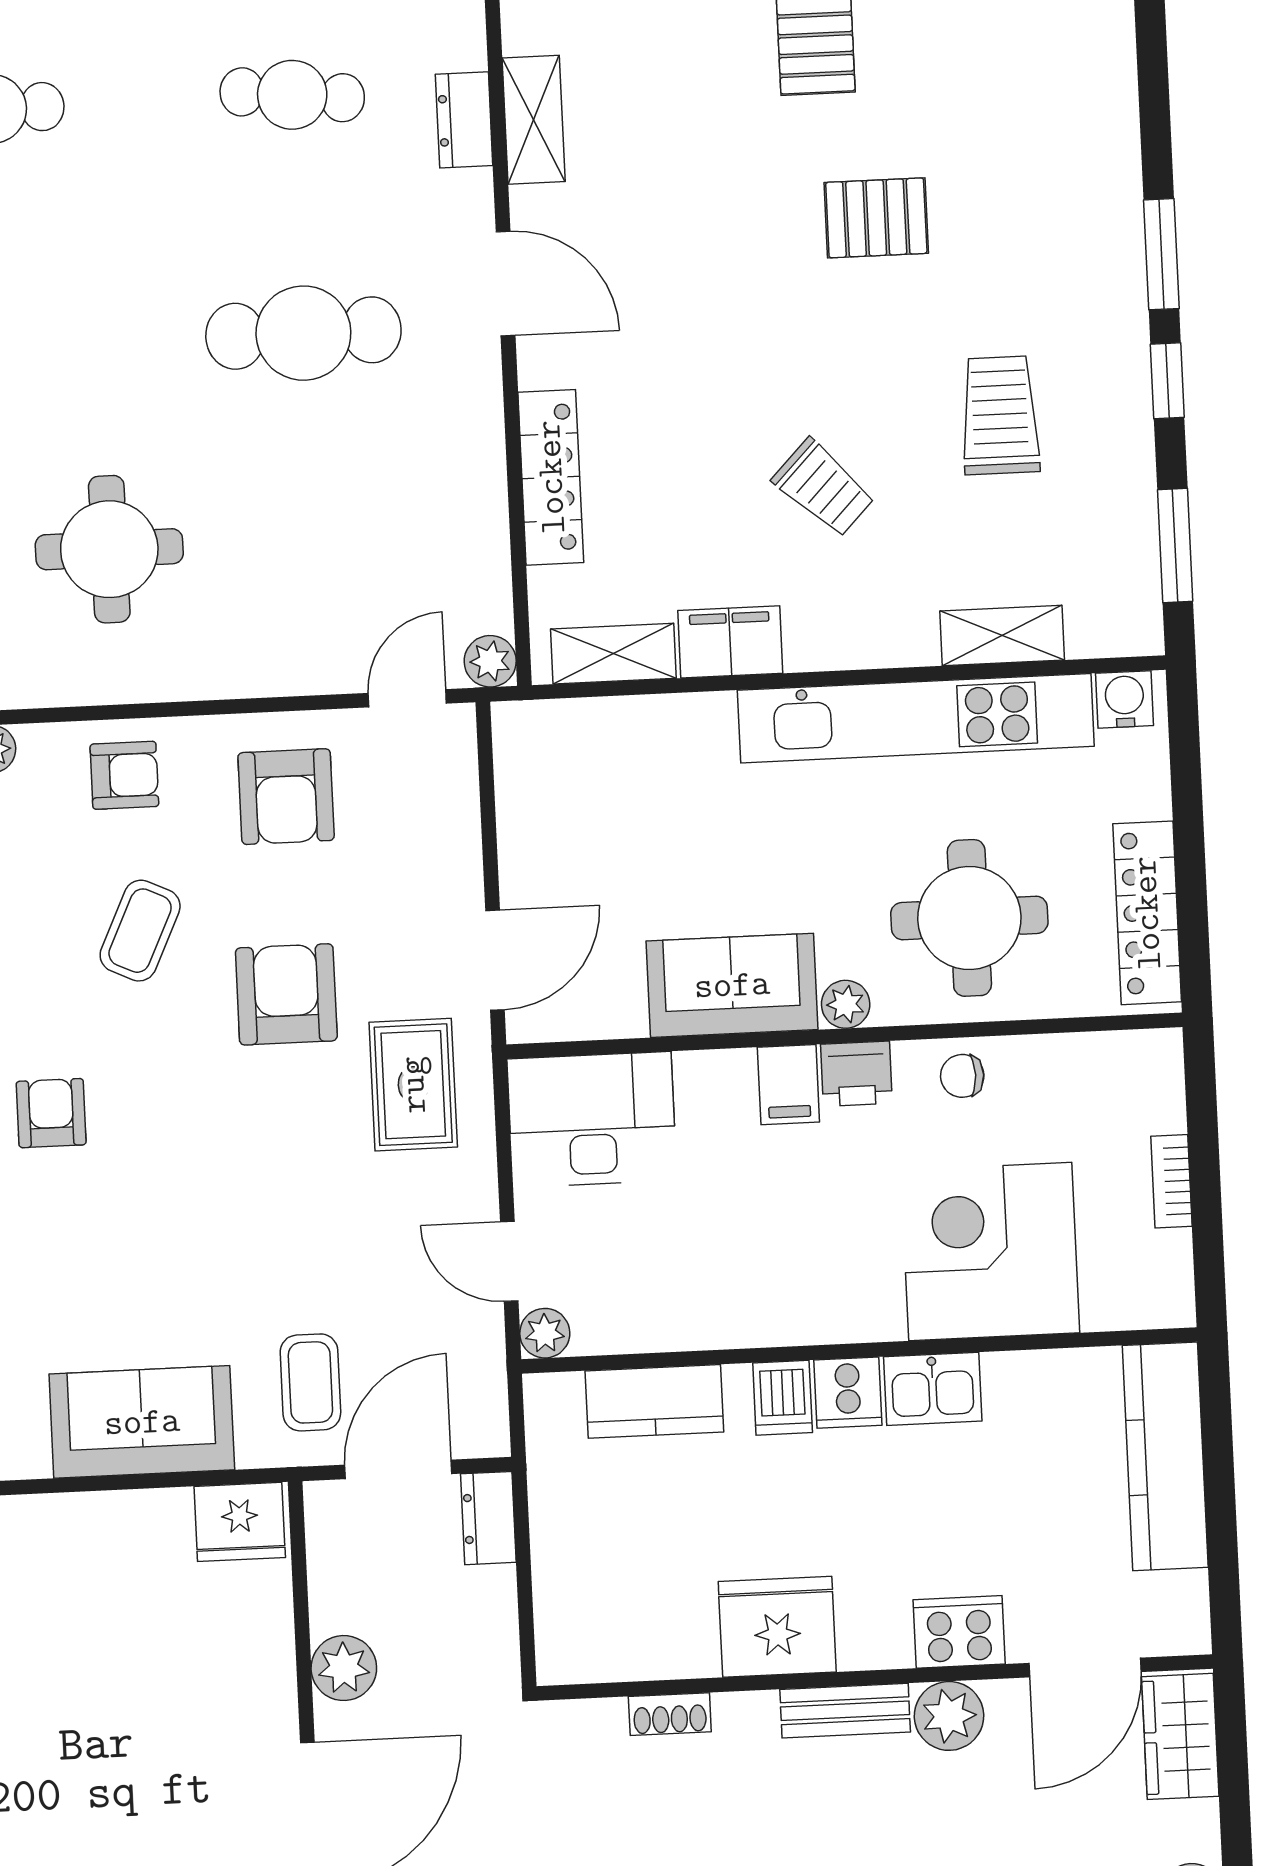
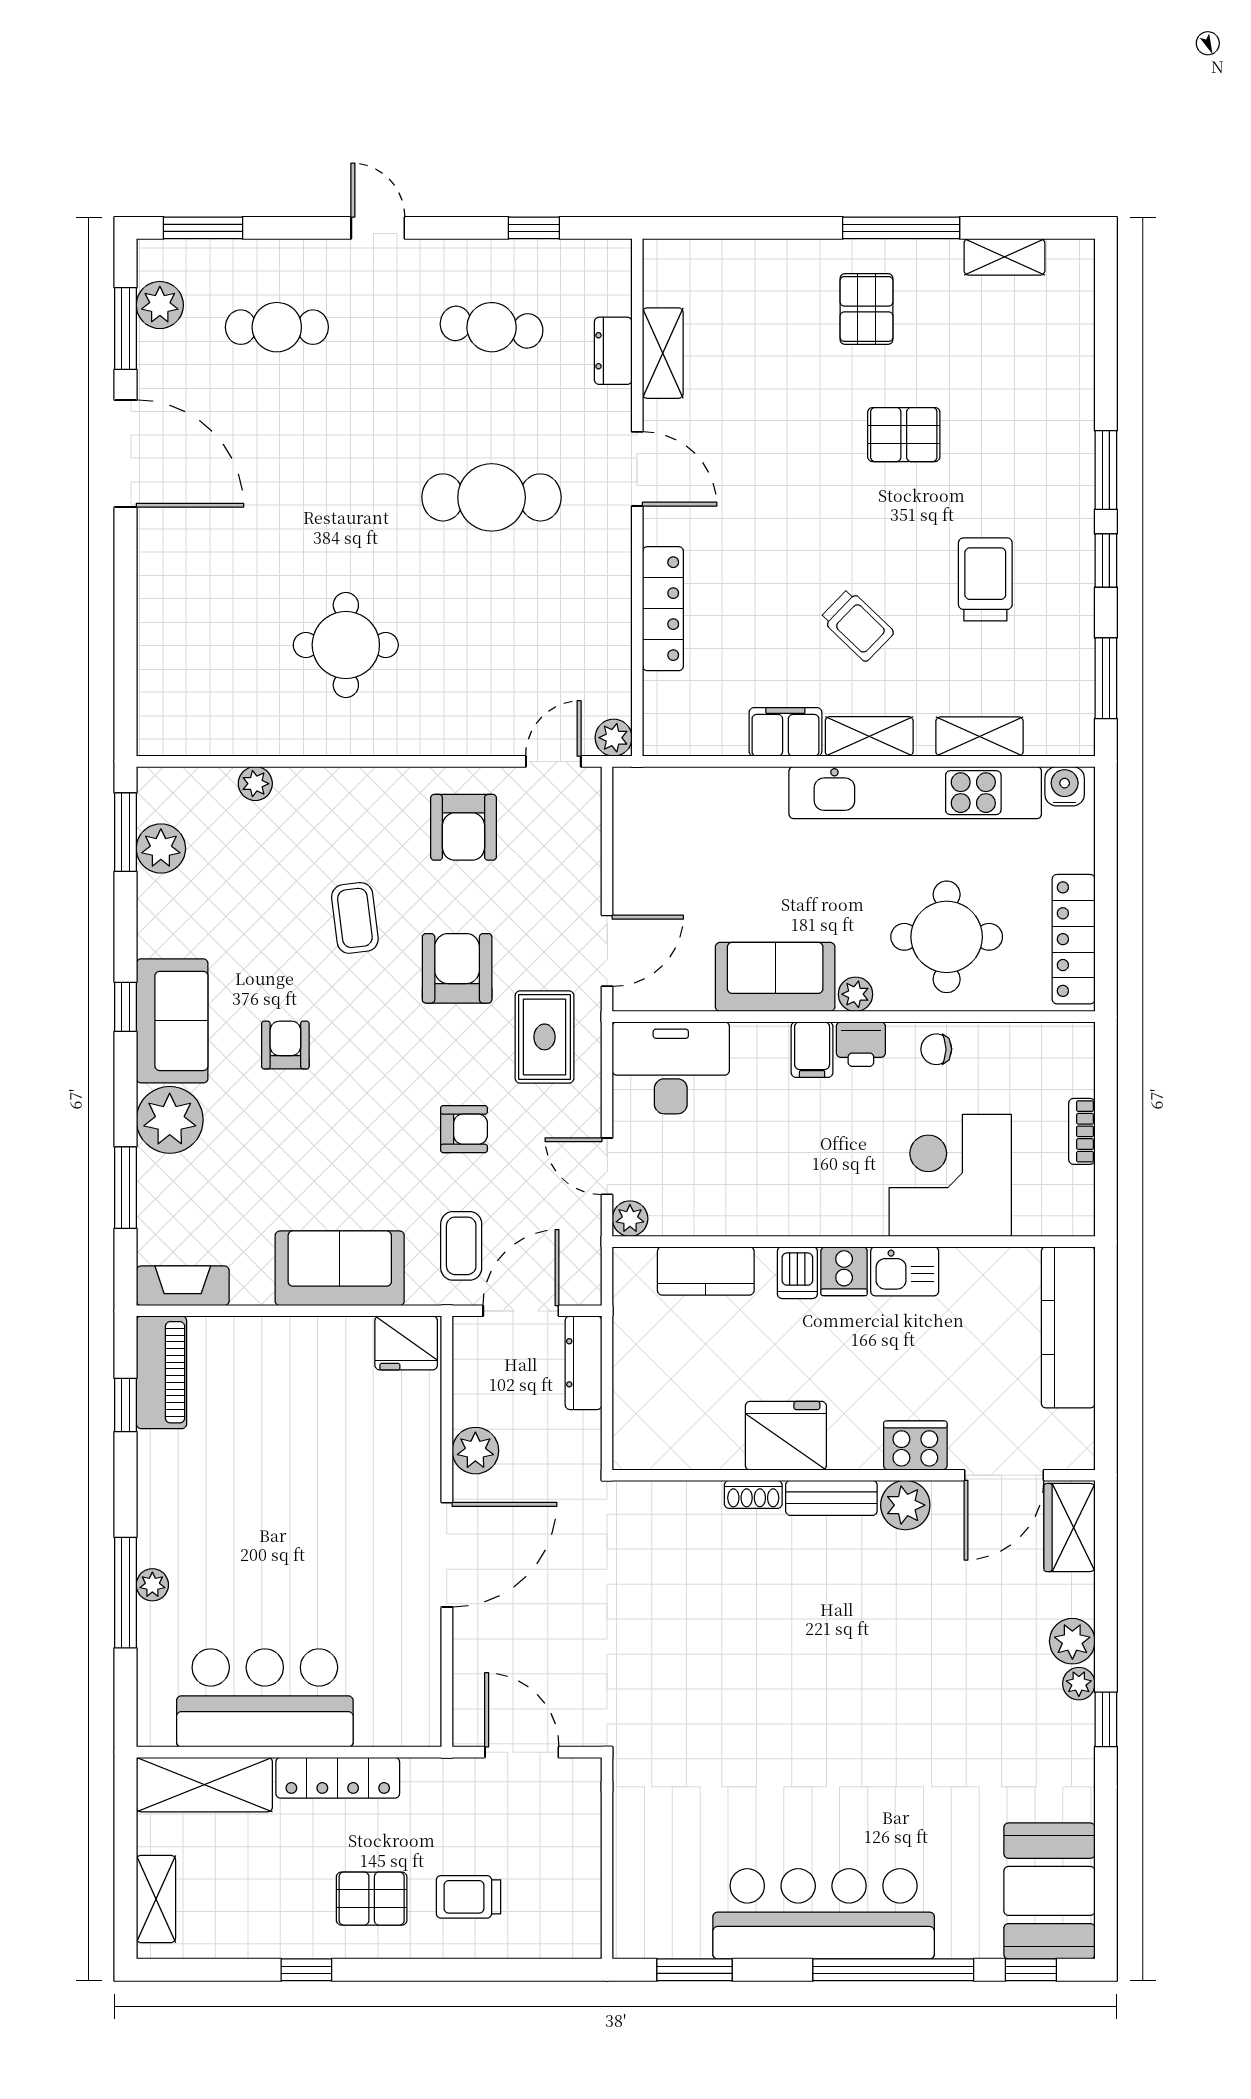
shelving: (613, 654) -> (869, 736), moved
armchair: (124, 775) -> (464, 1129), moved
coffee table: (140, 931) -> (355, 918), turned -32
dresser: (488, 1518) -> (584, 1363), width x1.44
shoe rack: (670, 1714) -> (753, 1494), moved

